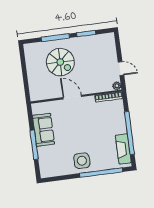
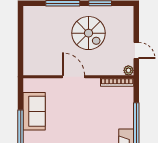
spiral stairs: (60, 62) -> (88, 33), moved

